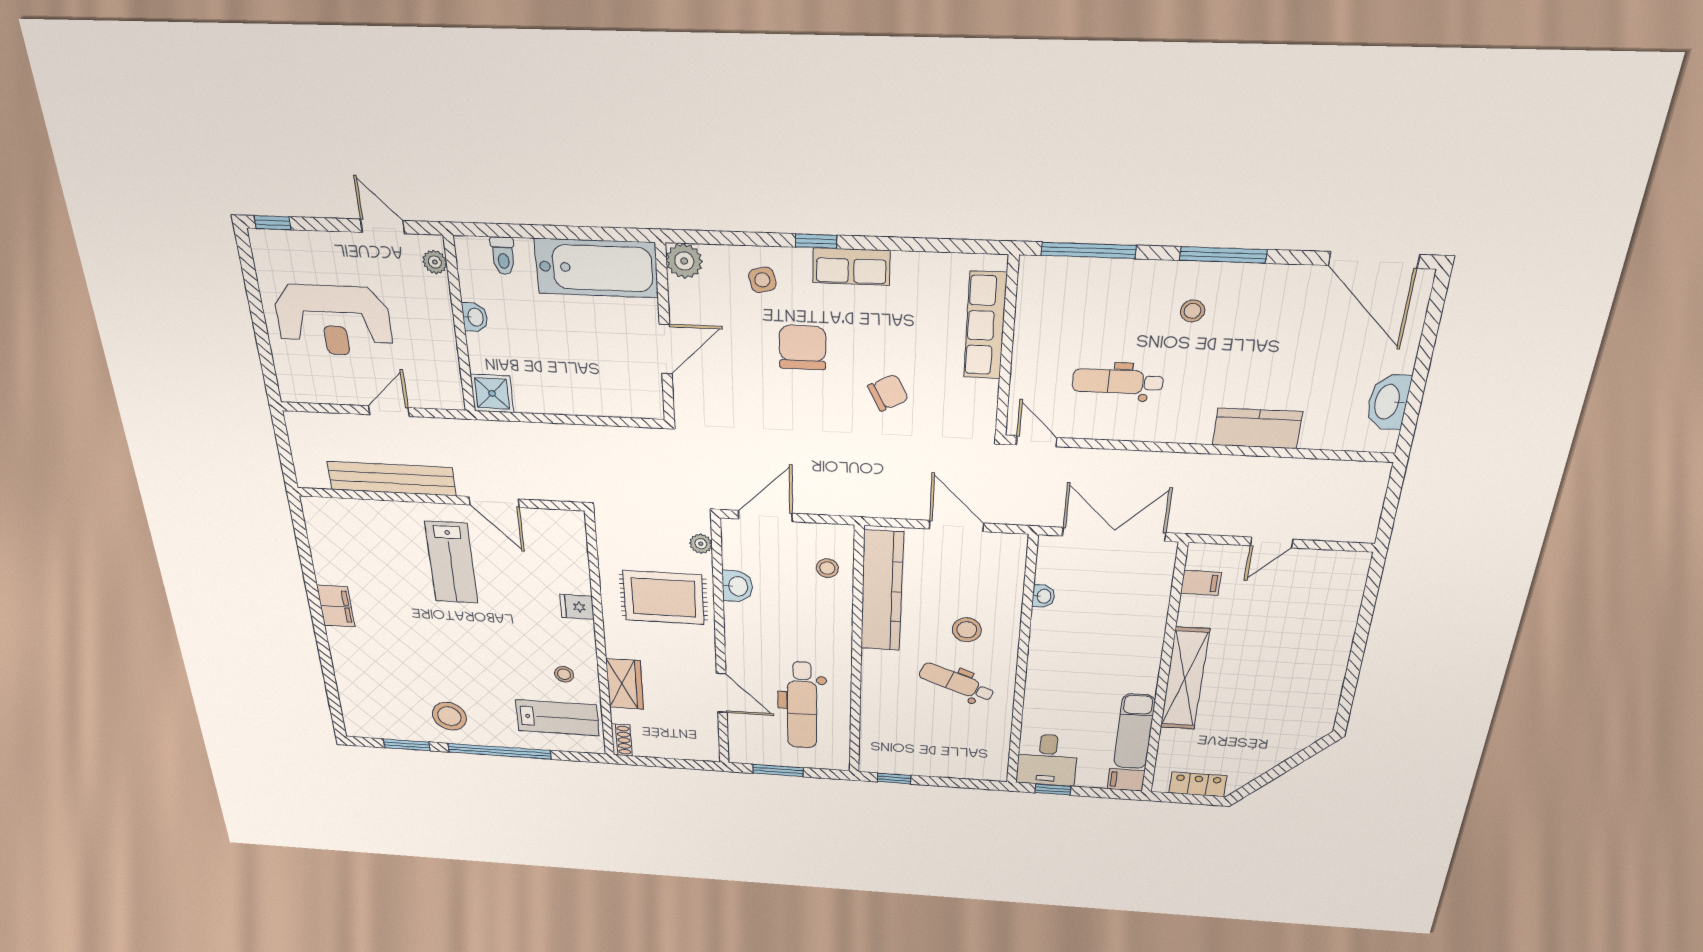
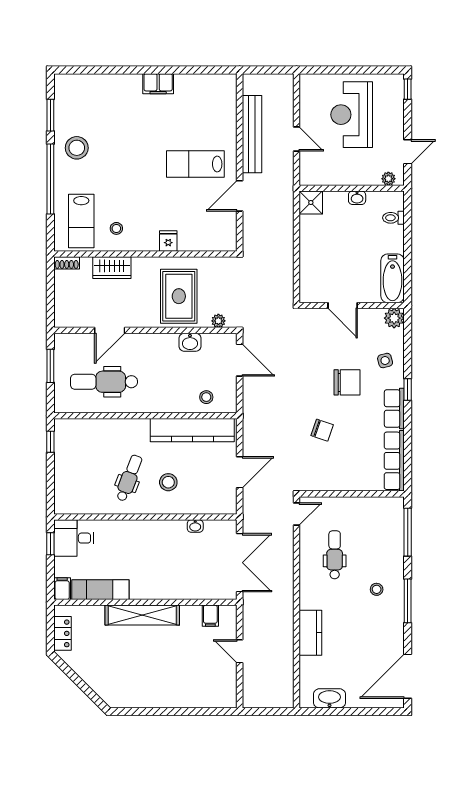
bathtub: (596, 268) -> (393, 278), width x0.73, depth x0.73
row of seats: (985, 326) -> (394, 461), moved, turned -90
chair: (888, 393) -> (322, 430), turned -44

